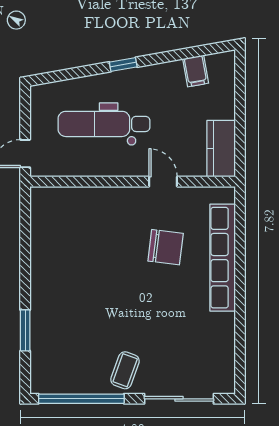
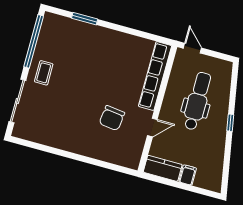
filing cabinet: (196, 71) -> (188, 175), moved, turned 100
row of seats: (223, 258) -> (155, 76), moved, turned -90
coffee table: (125, 370) -> (44, 73), turned 70

